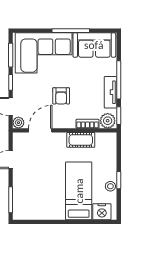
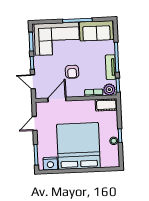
plant: (18, 123) -> (40, 94), removed
cot: (81, 140) -> (106, 105), moved
bed: (79, 191) -> (78, 146), width x2.04
nightstand: (102, 212) -> (50, 164), moved

